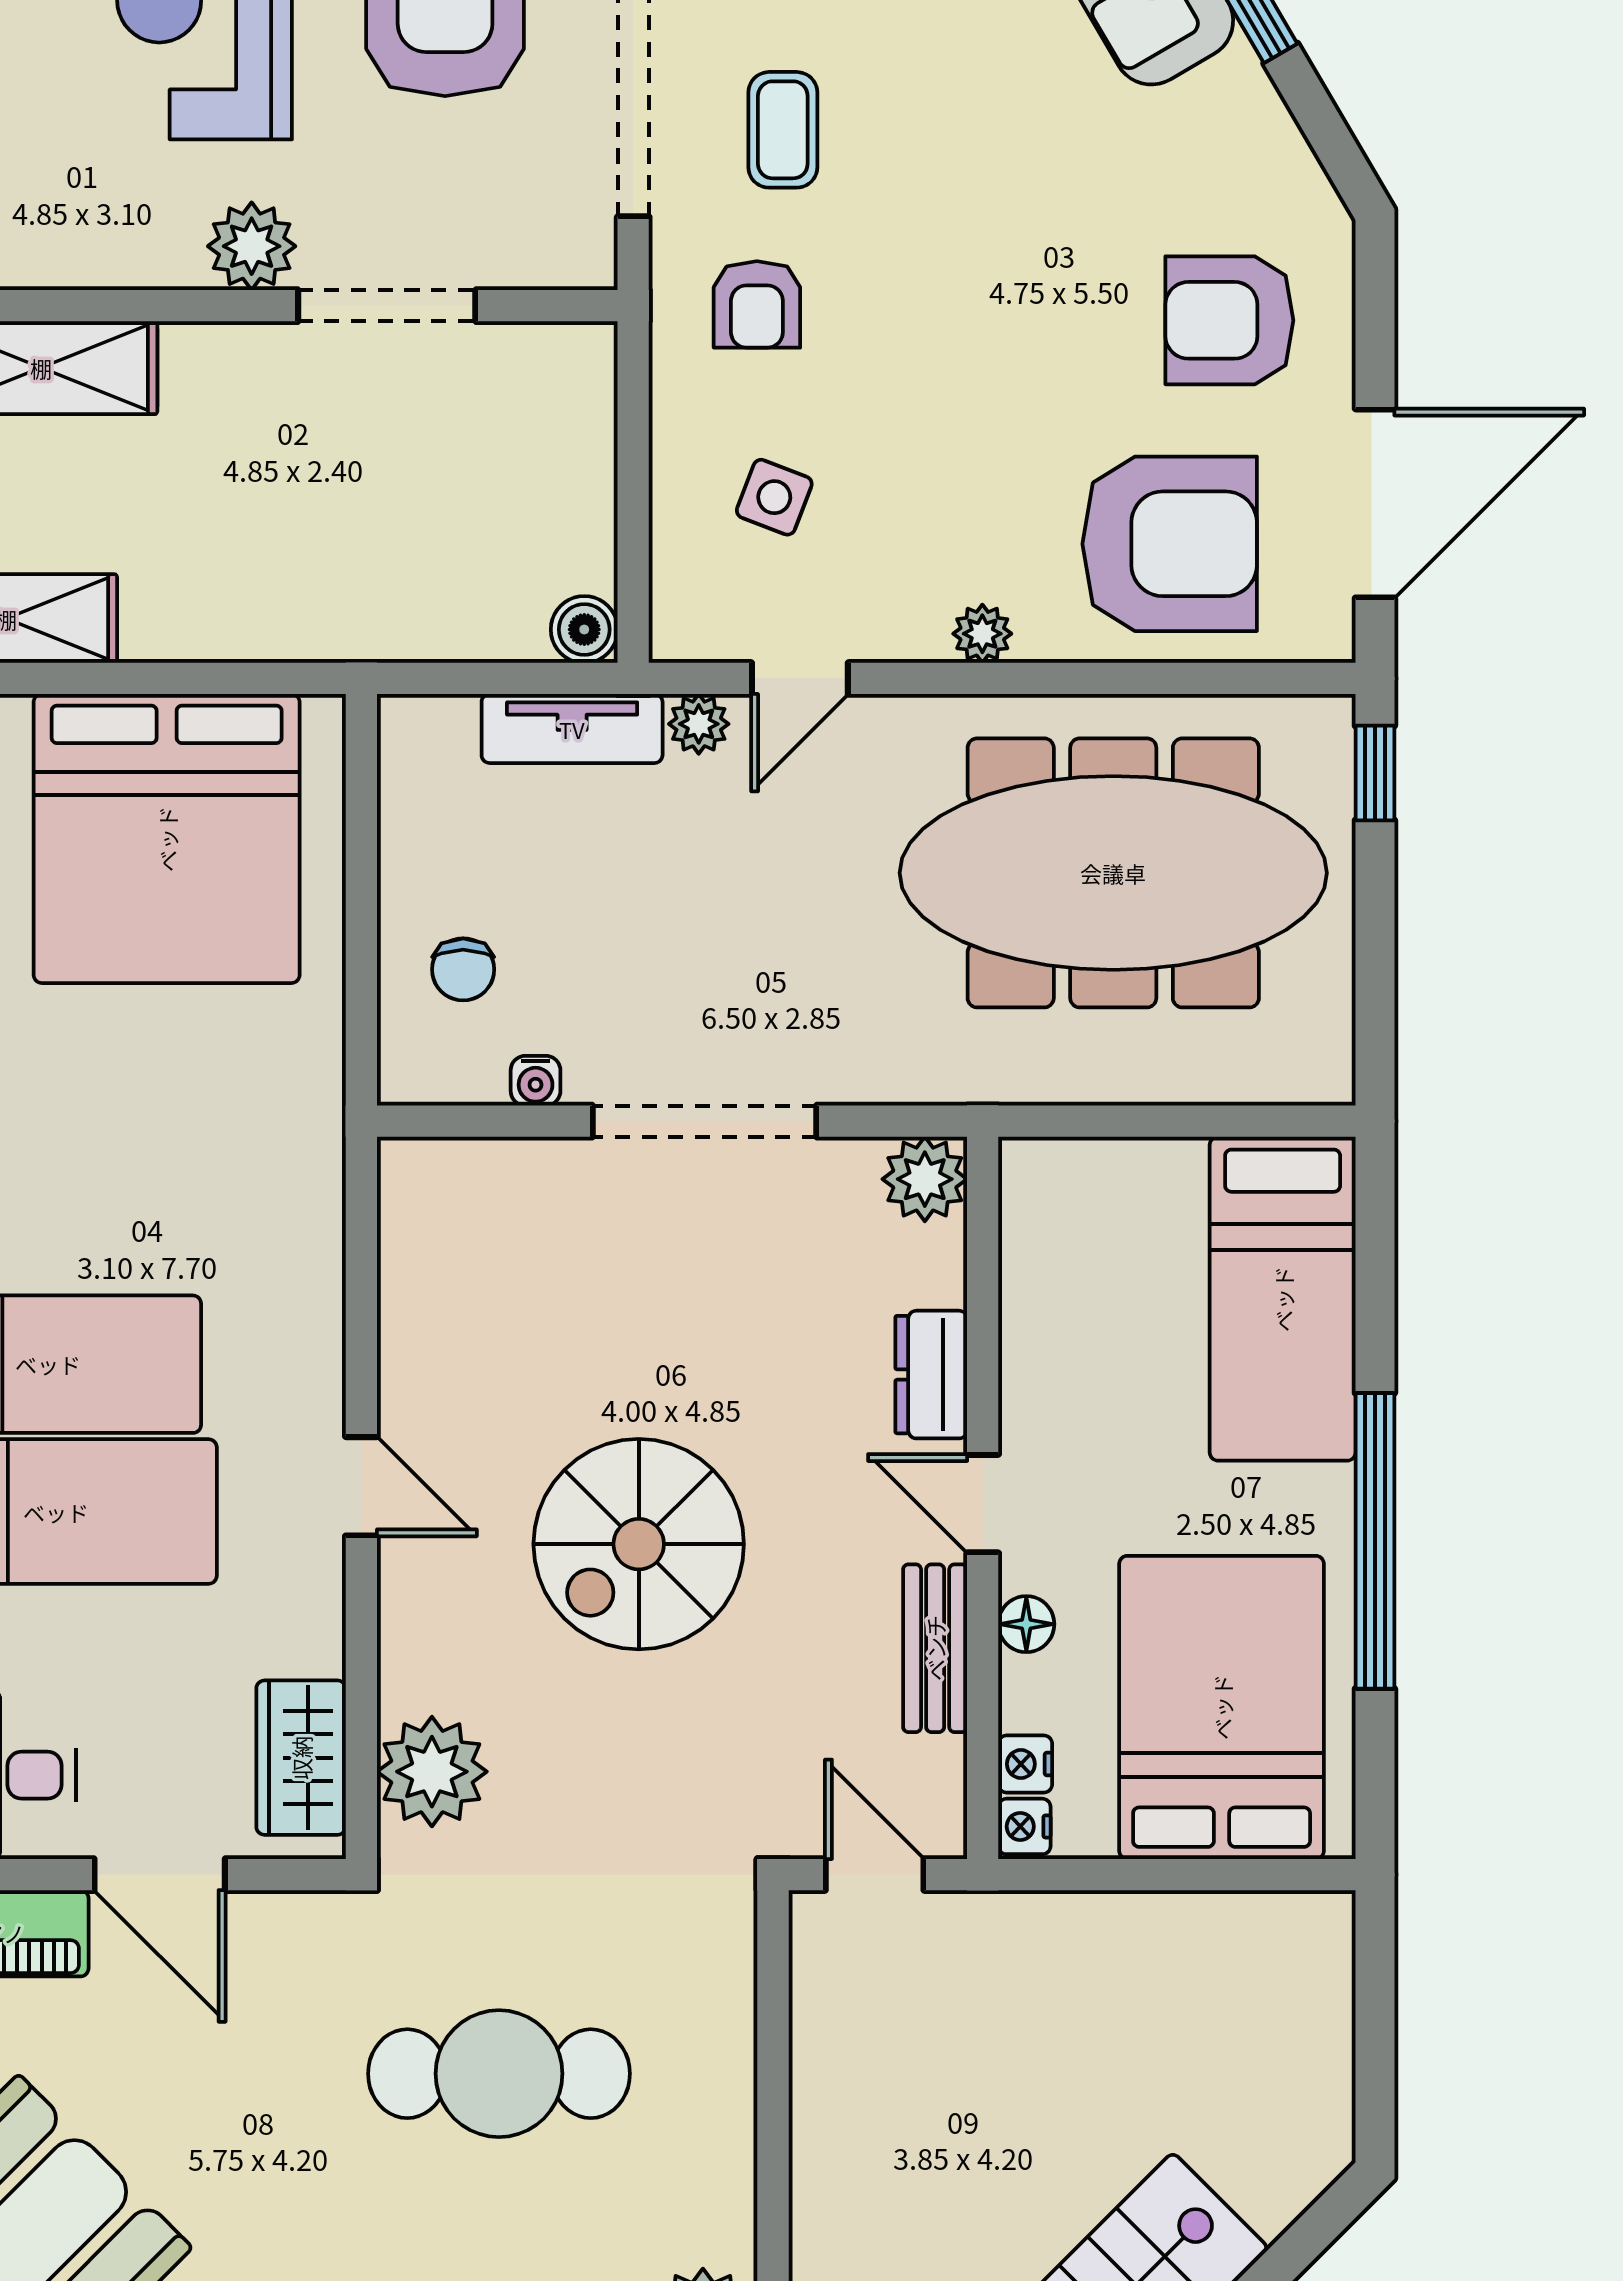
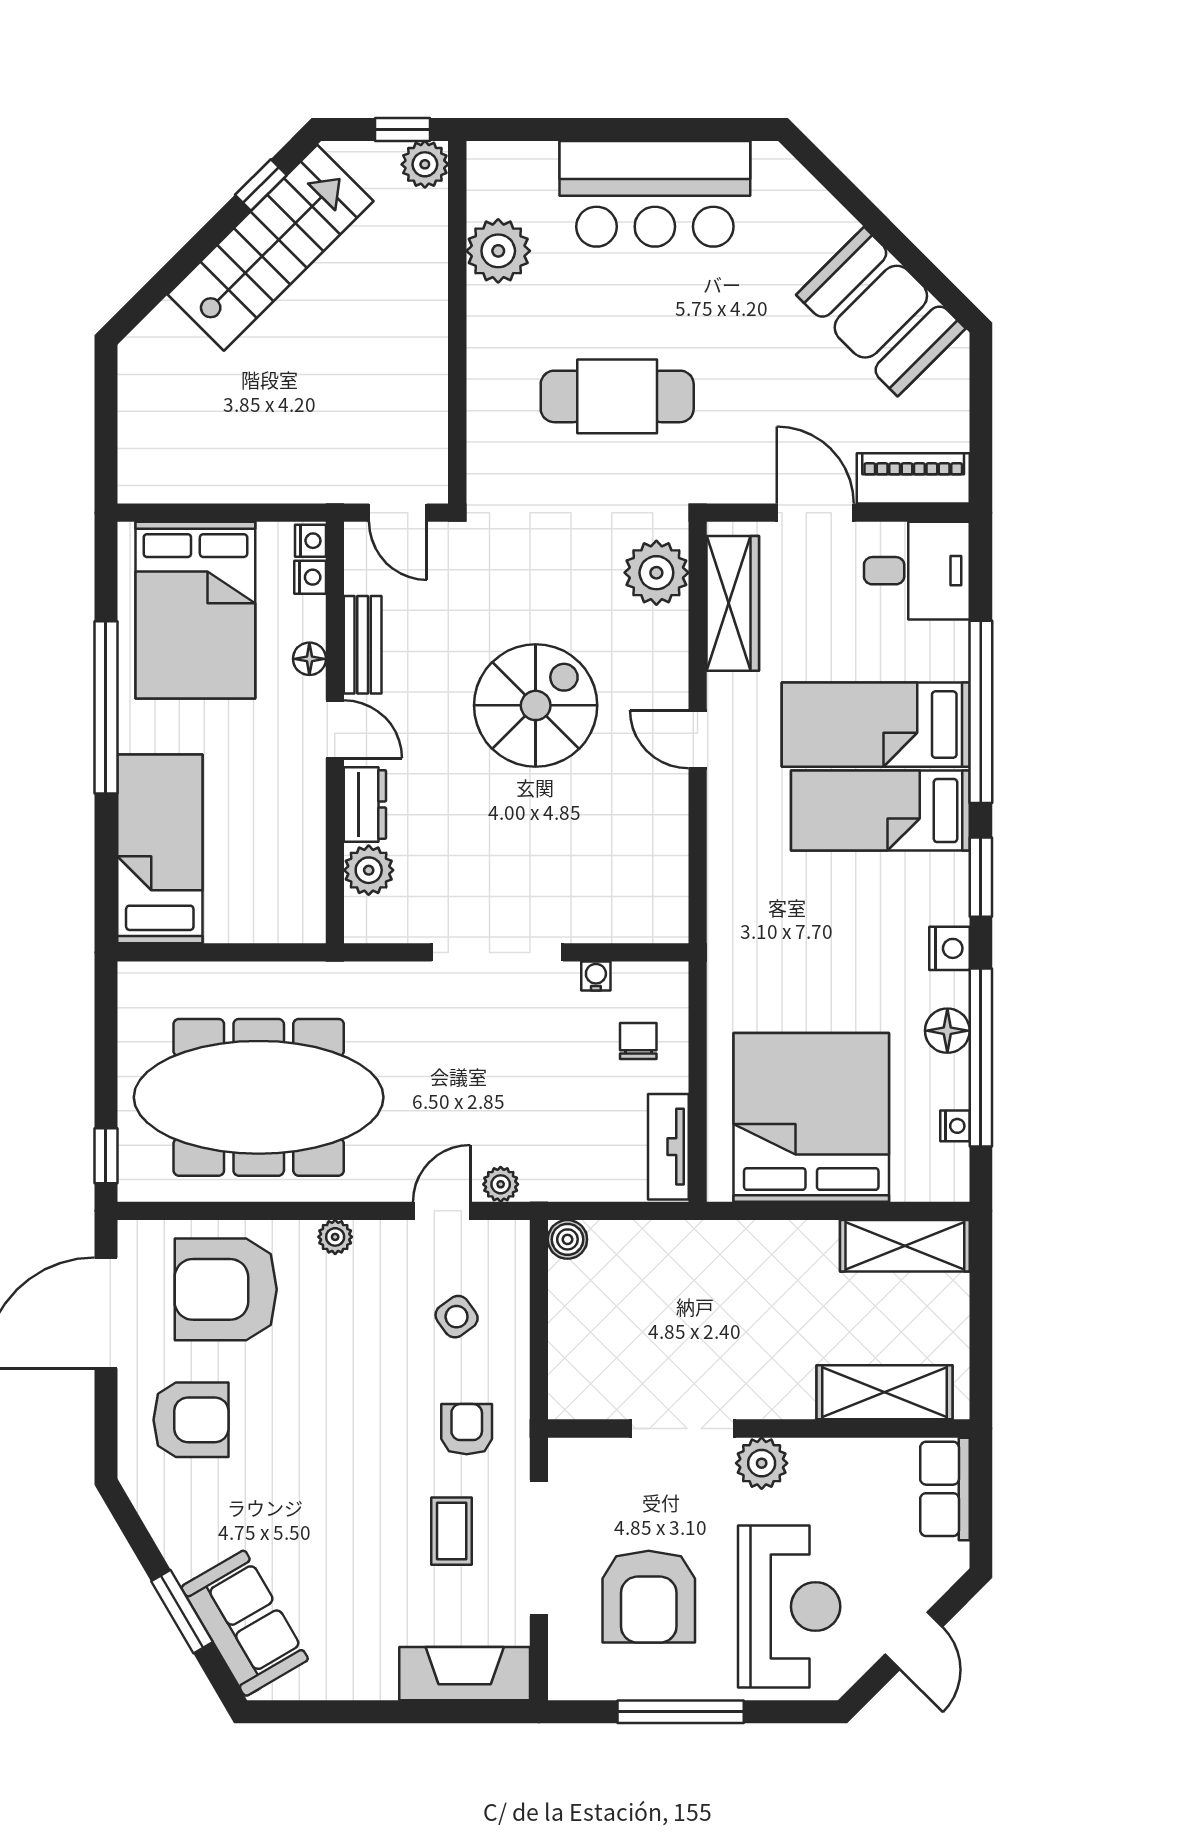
side table: (774, 497) -> (457, 1317), turned 33
tv unit: (572, 729) -> (668, 1147), moved, turned -90
plant: (925, 1179) -> (369, 870), moved
wardrobe: (301, 1758) -> (733, 603), width x1.50

